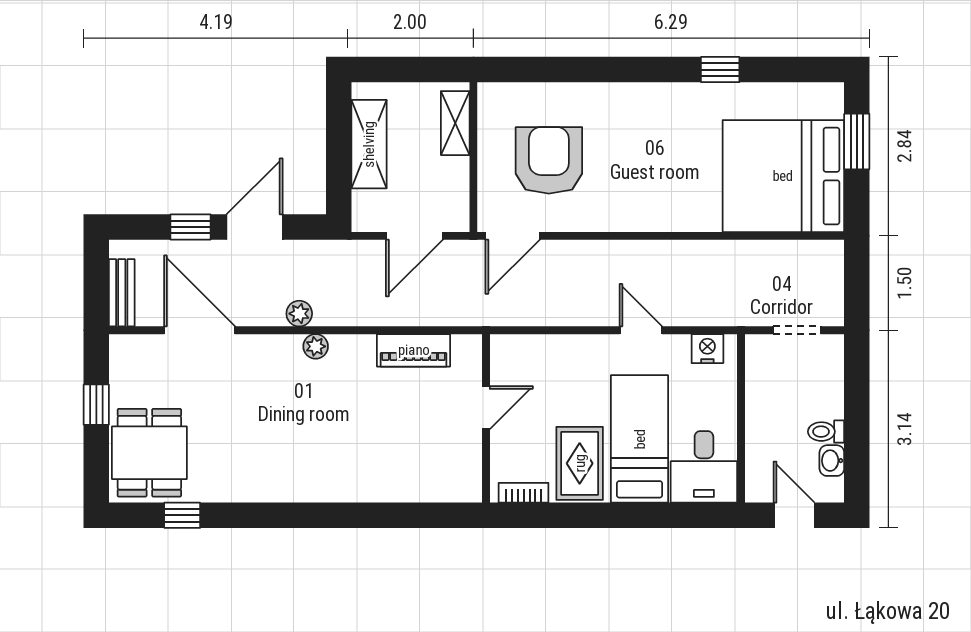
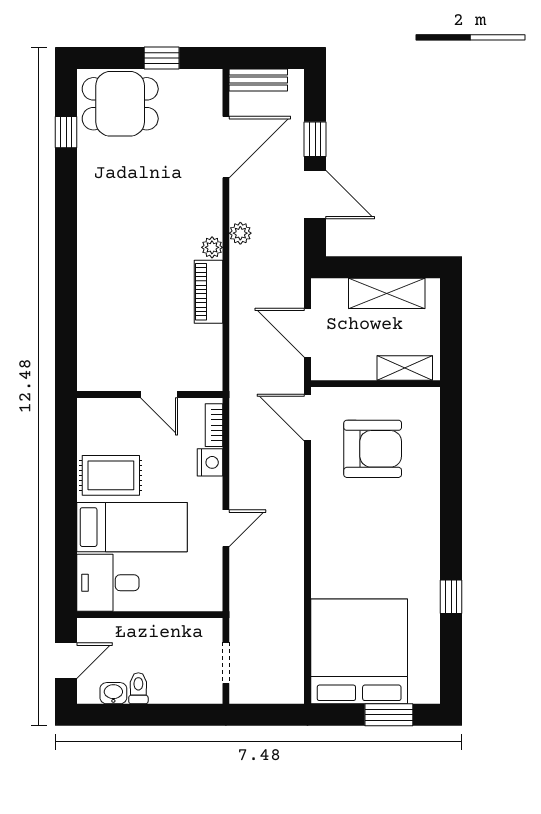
nightstand: (707, 349) -> (210, 462), moved
piano: (414, 350) -> (209, 292), moved
bookcase: (524, 493) -> (214, 425), moved, turned 180

